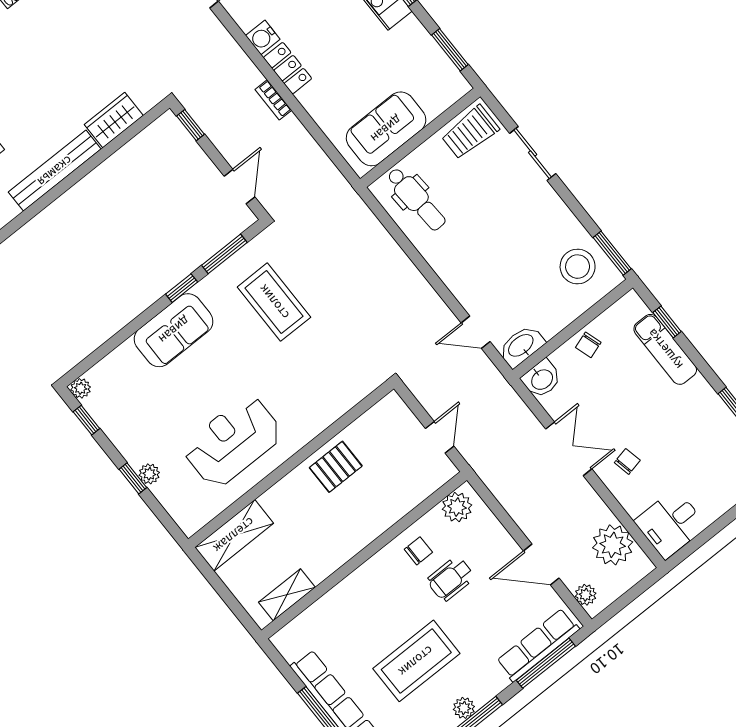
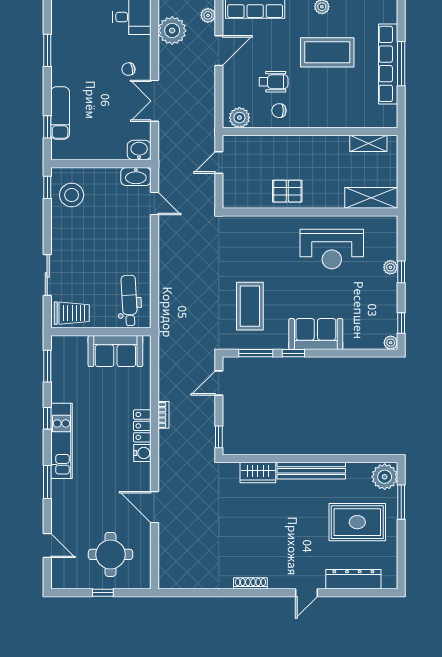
window: (612, 253) -> (47, 187), width x0.67
chair: (588, 345) -> (99, 148), removed
door: (541, 565) -> (219, 51), hinge flipped

